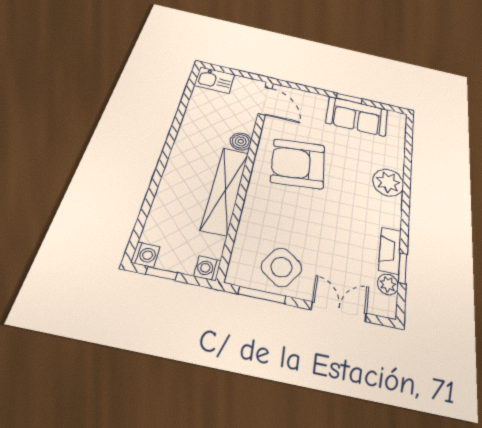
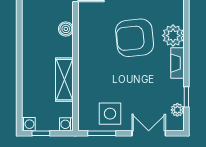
armchair: (298, 164) -> (135, 38), moved
shelving: (225, 190) -> (64, 80), width x0.68
fireplace: (390, 250) -> (177, 63), moved
side table: (281, 267) -> (110, 114), turned -34

